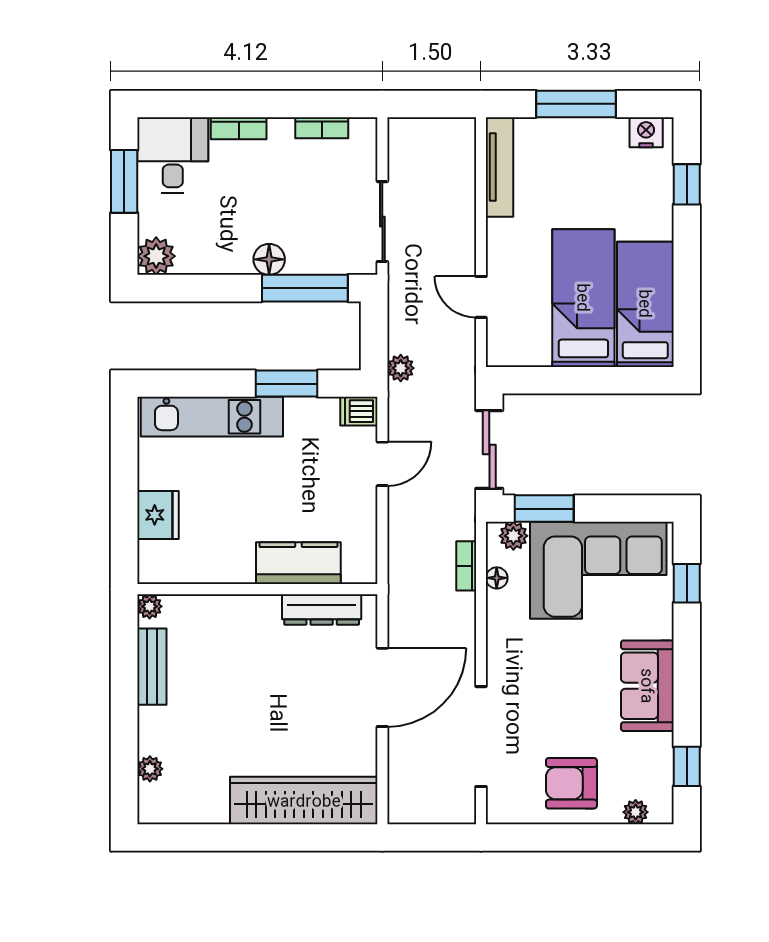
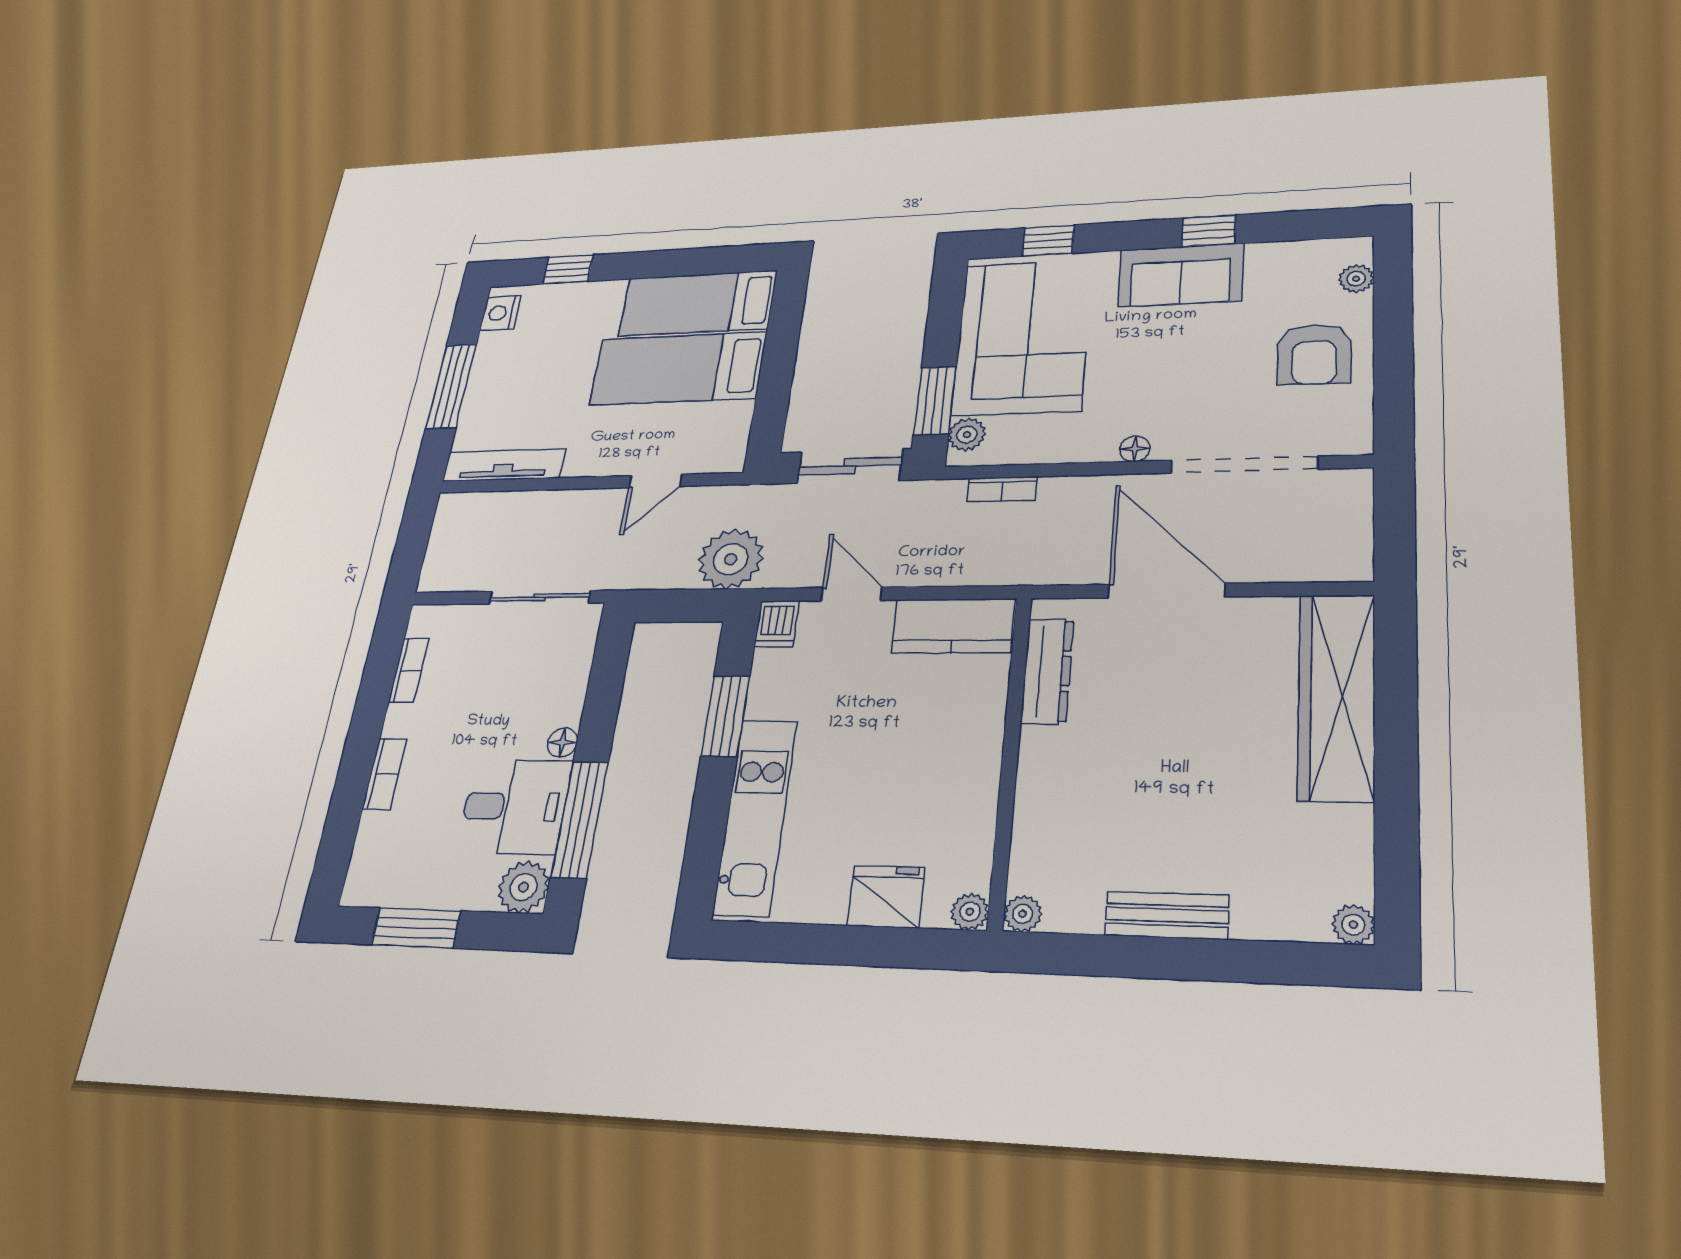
desk: (173, 155) -> (515, 806), moved, turned 180
floor lamp: (269, 259) -> (563, 742), width x0.73, depth x0.73
window: (305, 288) -> (580, 819), moved
plant: (401, 368) -> (731, 559), width x1.88, depth x1.88
kitchen counter: (298, 563) -> (953, 626), moved, turned -90
plant: (150, 572) -> (970, 912), added
floor lamp: (497, 578) -> (1135, 449), moved
bench: (152, 667) -> (1167, 915), moved
window: (687, 766) -> (1209, 231), moved
plant: (150, 769) -> (1353, 925), moved

